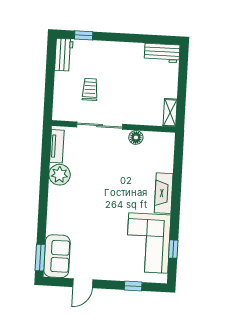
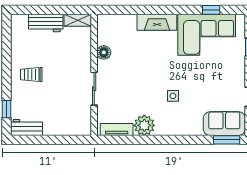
workbench: (162, 53) -> (46, 23), moved, turned 90
trolley: (90, 89) -> (31, 75), moved
sliding door: (100, 126) -> (94, 89), width x0.73
side table: (88, 205) -> (173, 96), added

